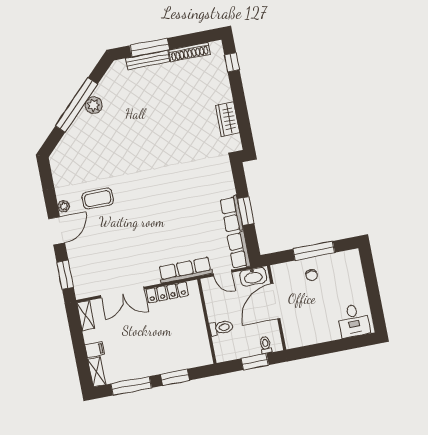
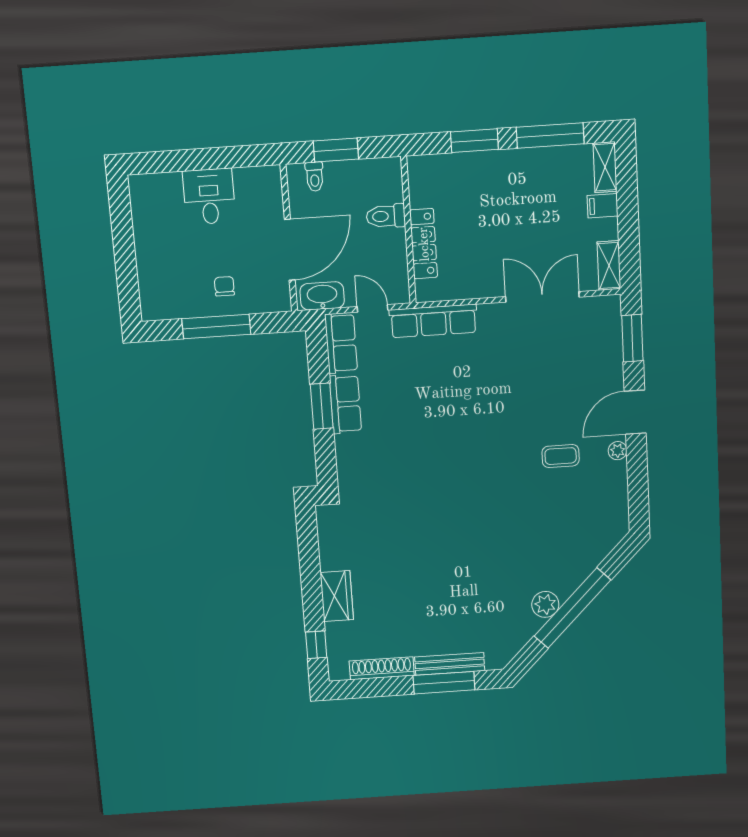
wardrobe: (228, 119) -> (337, 596), moved
coffee table: (98, 199) -> (561, 456), width x0.73, depth x0.77
locker: (167, 292) -> (424, 244), moved, turned 90
desk: (354, 321) -> (209, 196), moved

